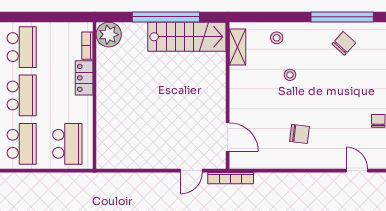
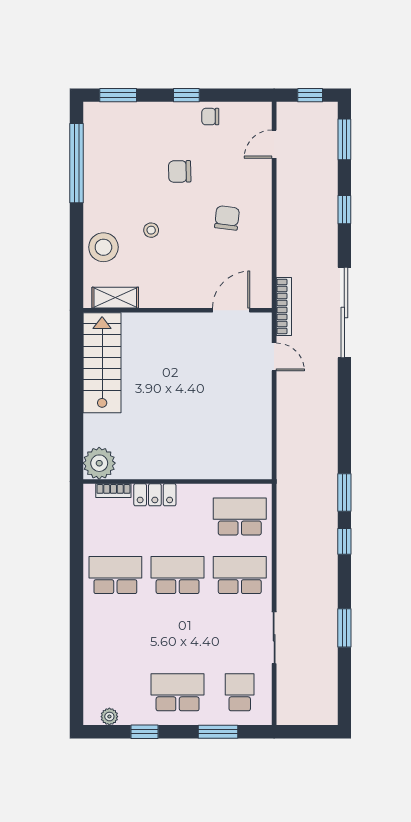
window: (166, 17) -> (77, 390), removed
stool: (277, 38) -> (103, 247), width x1.89, depth x1.89
chair: (344, 43) -> (180, 171), moved, turned -43

